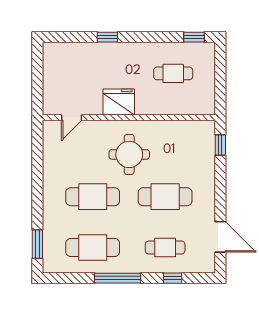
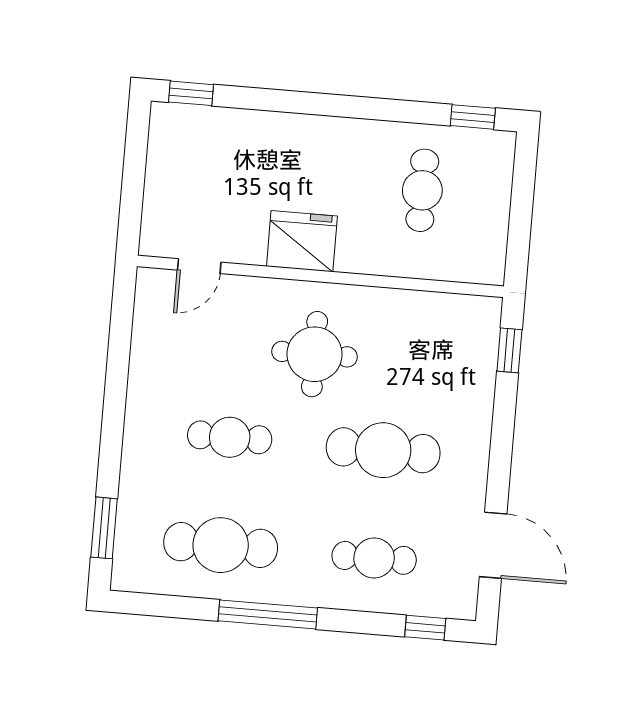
window: (107, 37) -> (191, 93), moved
cafe table: (173, 73) -> (422, 190), turned 90
cafe table: (93, 197) -> (230, 437), width x0.73, depth x0.74
window: (173, 278) -> (425, 628), moved

